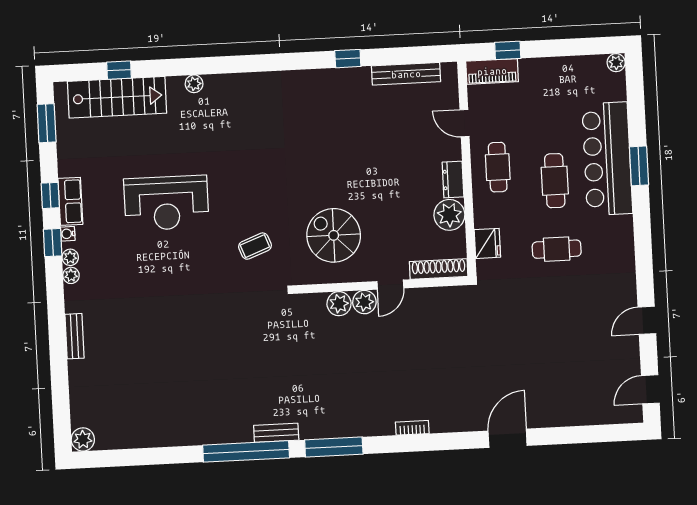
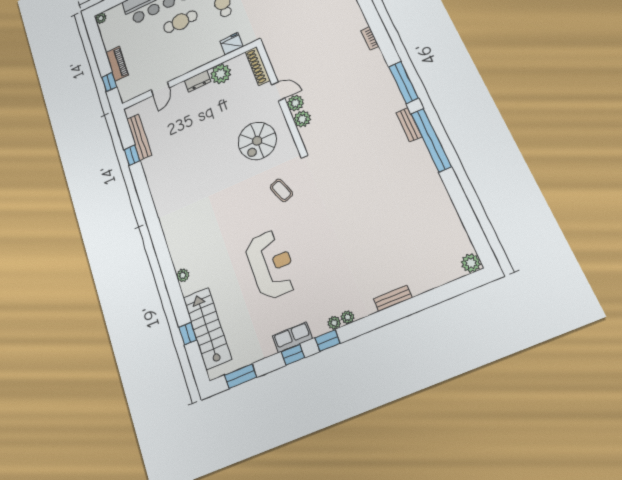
window: (348, 59) -> (132, 155), moved
piano: (492, 71) -> (117, 64), moved
cafe table: (498, 167) -> (182, 58), removed
water cooler: (68, 234) -> (317, 331), removed

